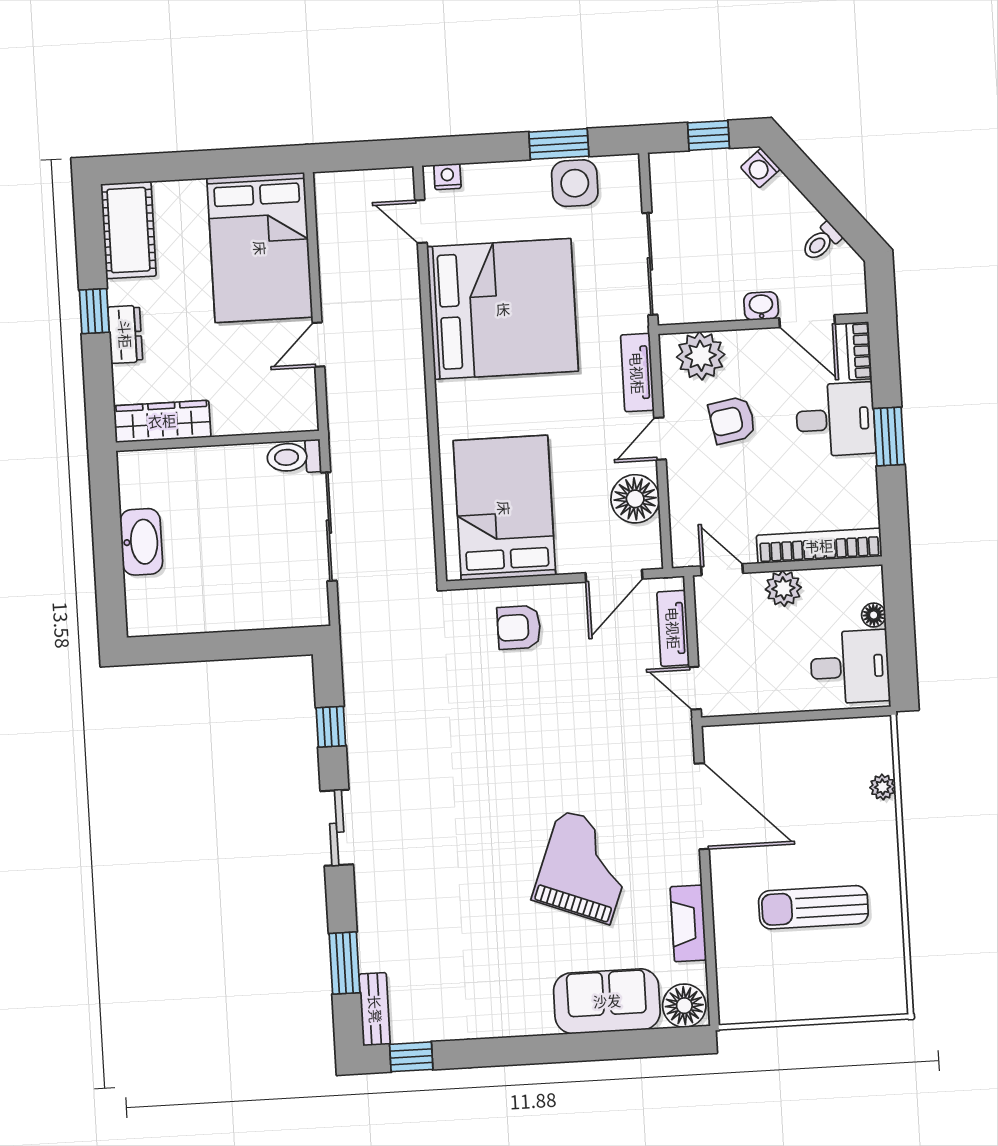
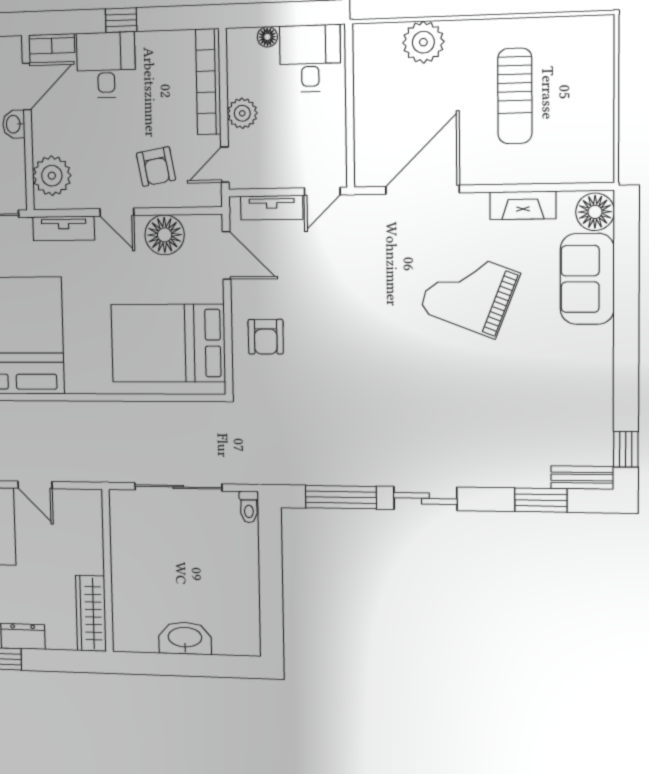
armchair: (732, 420) -> (156, 166), moved
window: (889, 437) -> (121, 20), width x0.67
toilet: (294, 457) -> (249, 507), moved, width x0.73, depth x0.72
window: (331, 727) -> (341, 497), width x2.17
plant: (883, 787) -> (423, 42), width x1.88, depth x1.88

